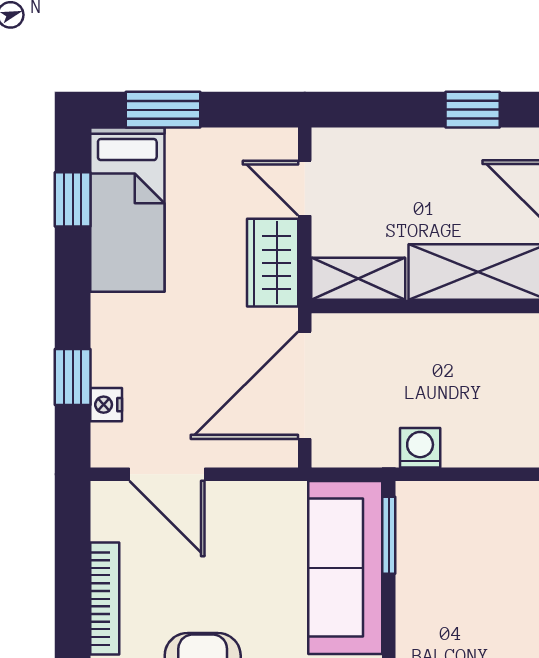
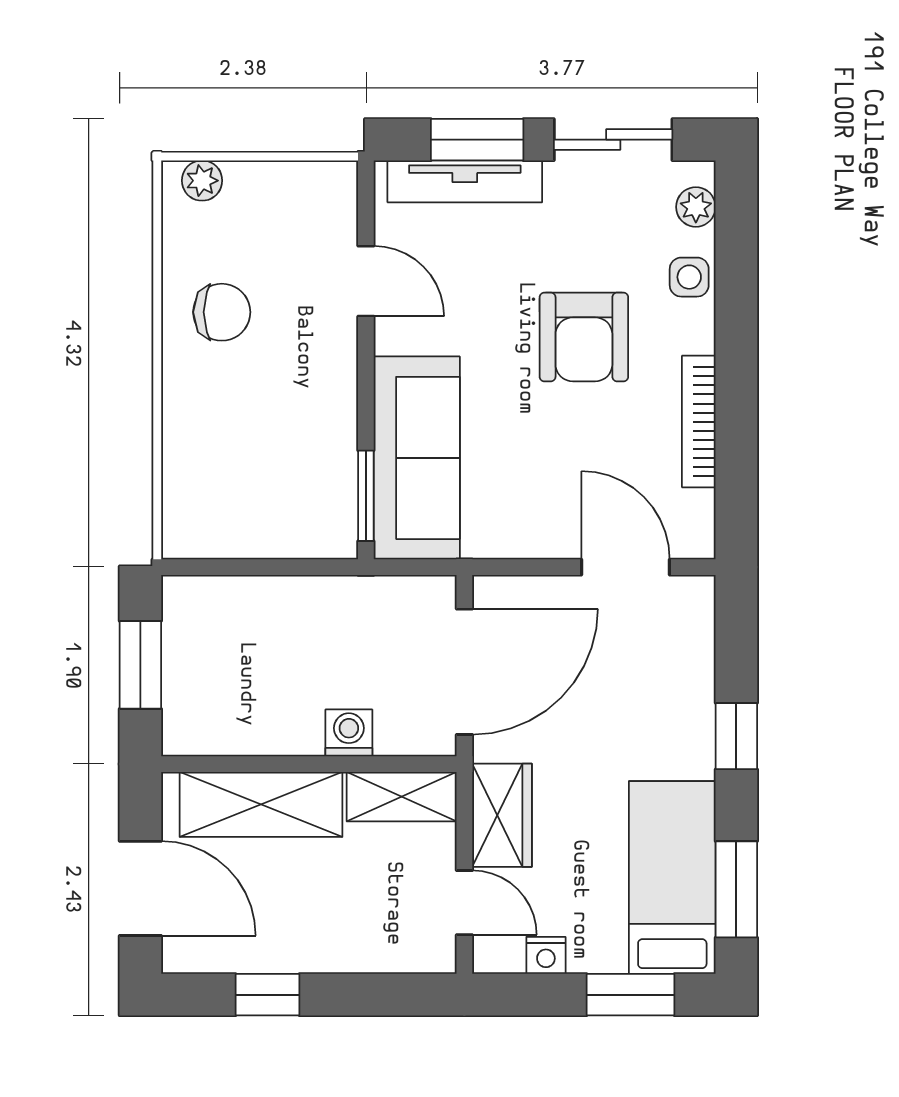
window: (73, 199) -> (736, 889), width x1.50
window: (73, 377) -> (736, 736), moved
nightstand: (106, 405) -> (546, 955), moved, turned 90
washing machine: (420, 448) -> (349, 733), moved, turned 180

